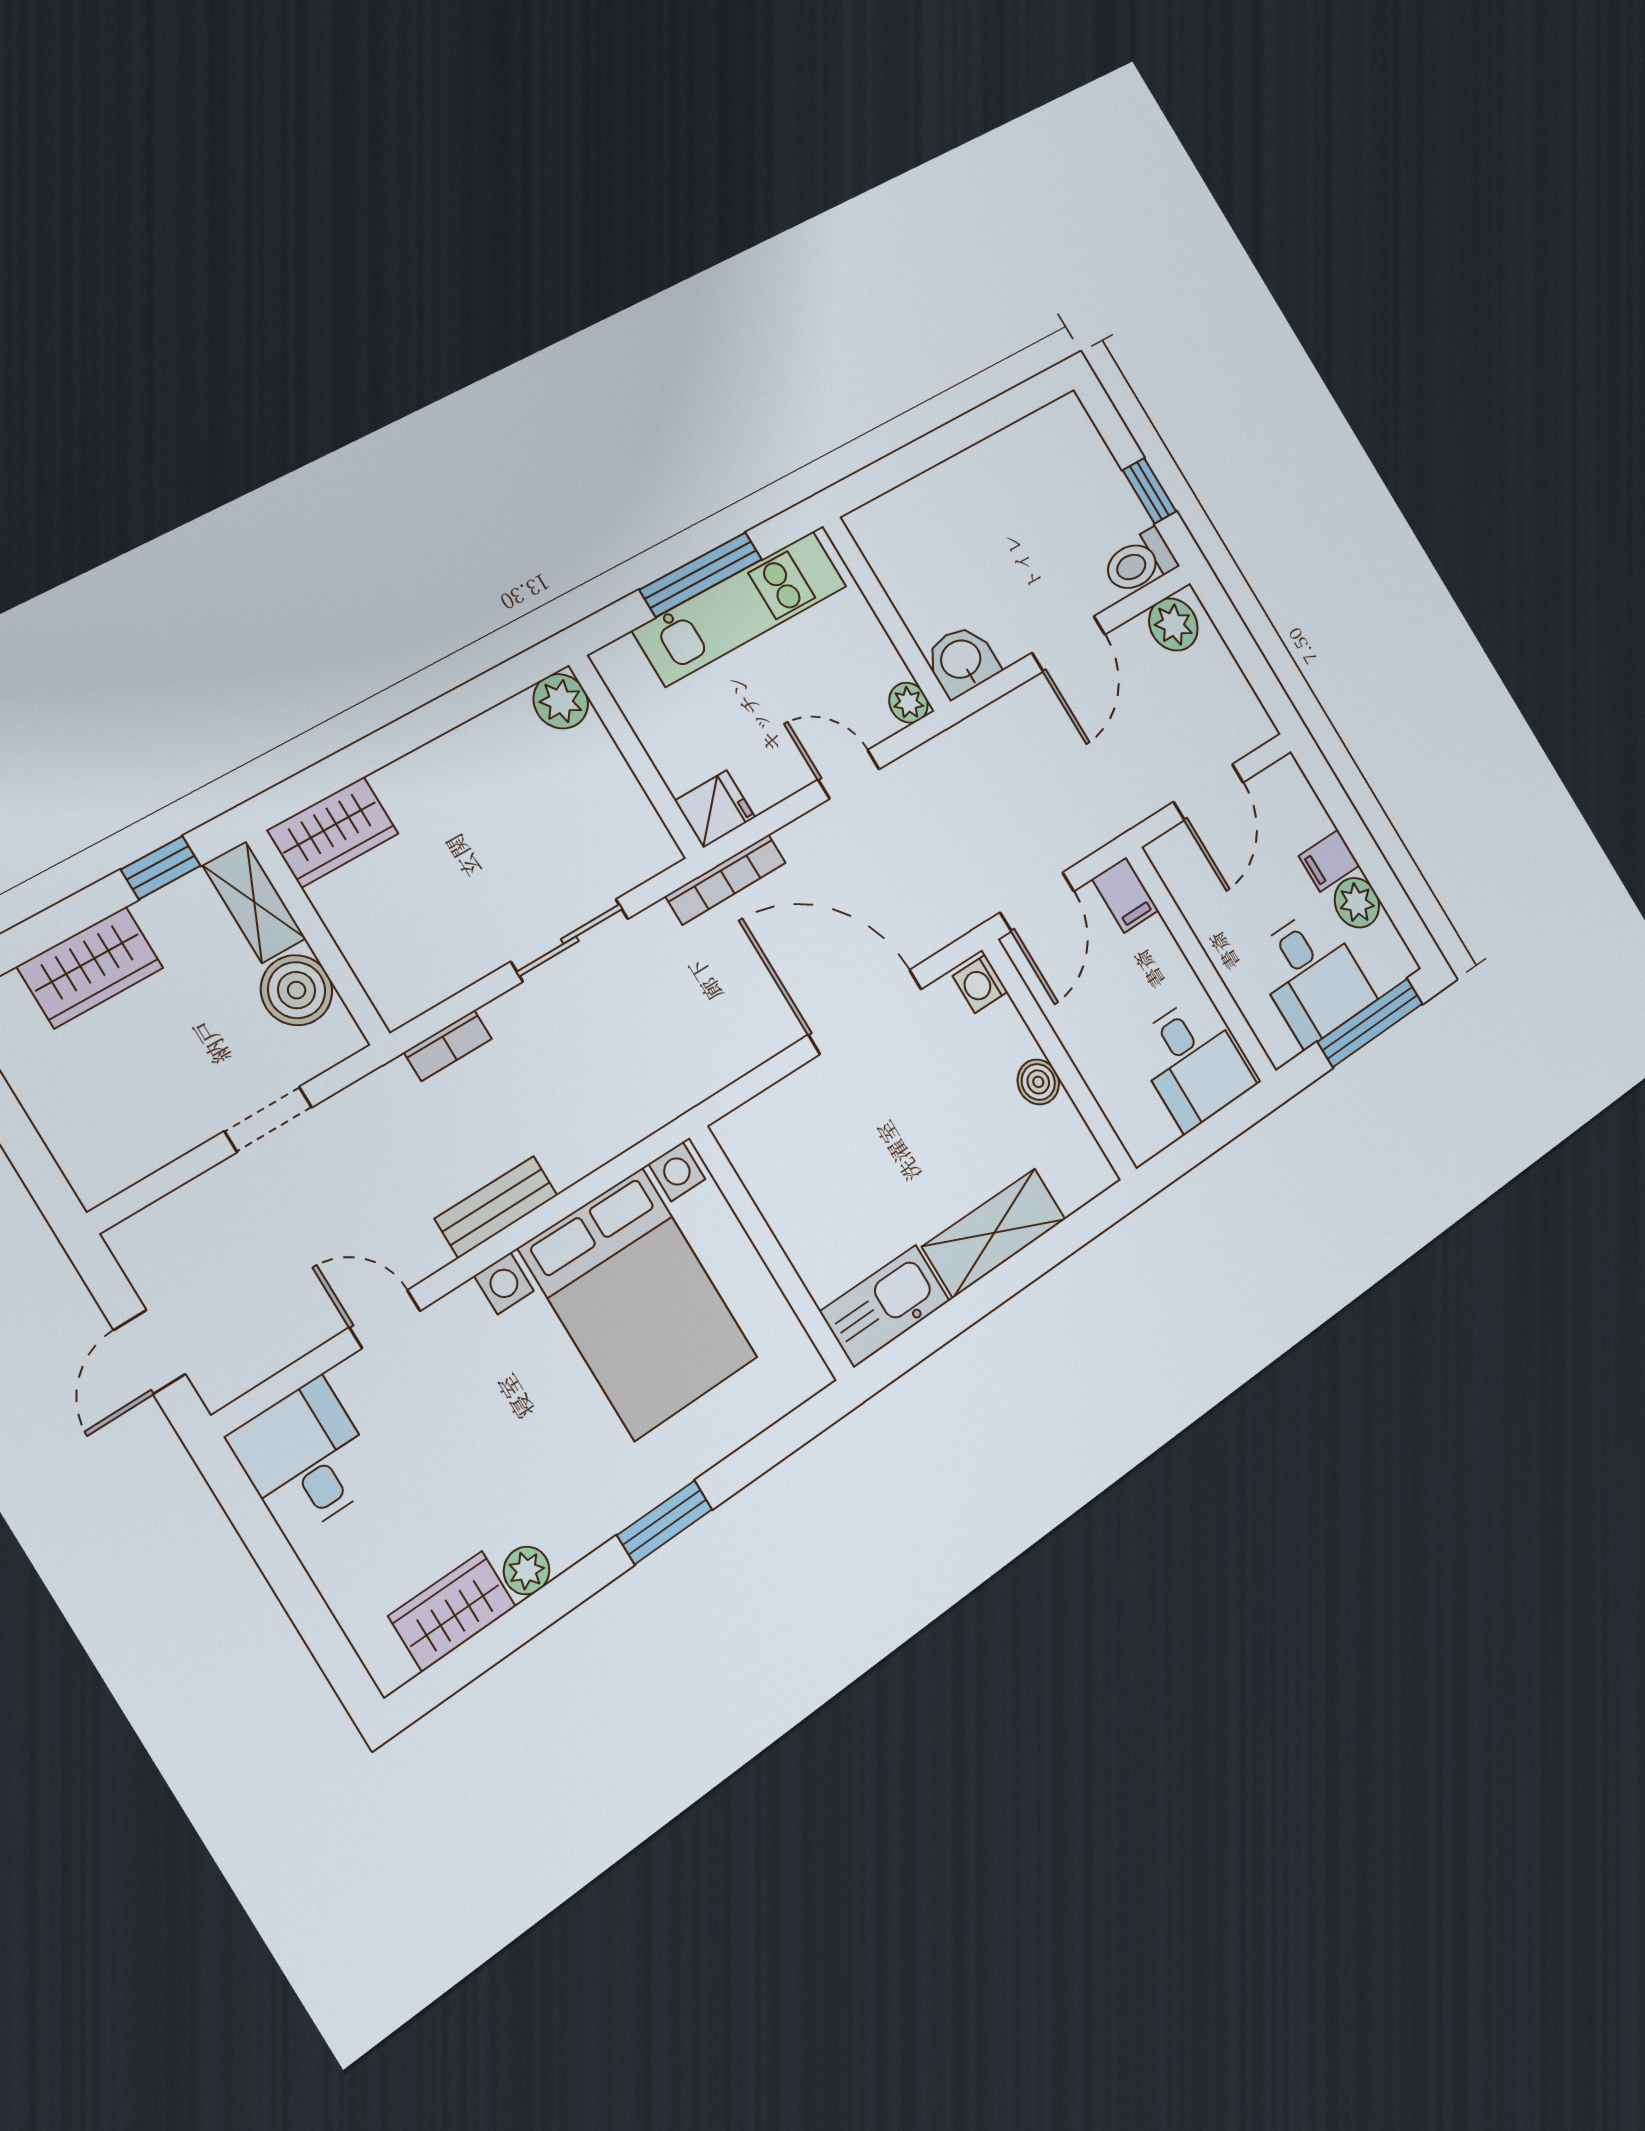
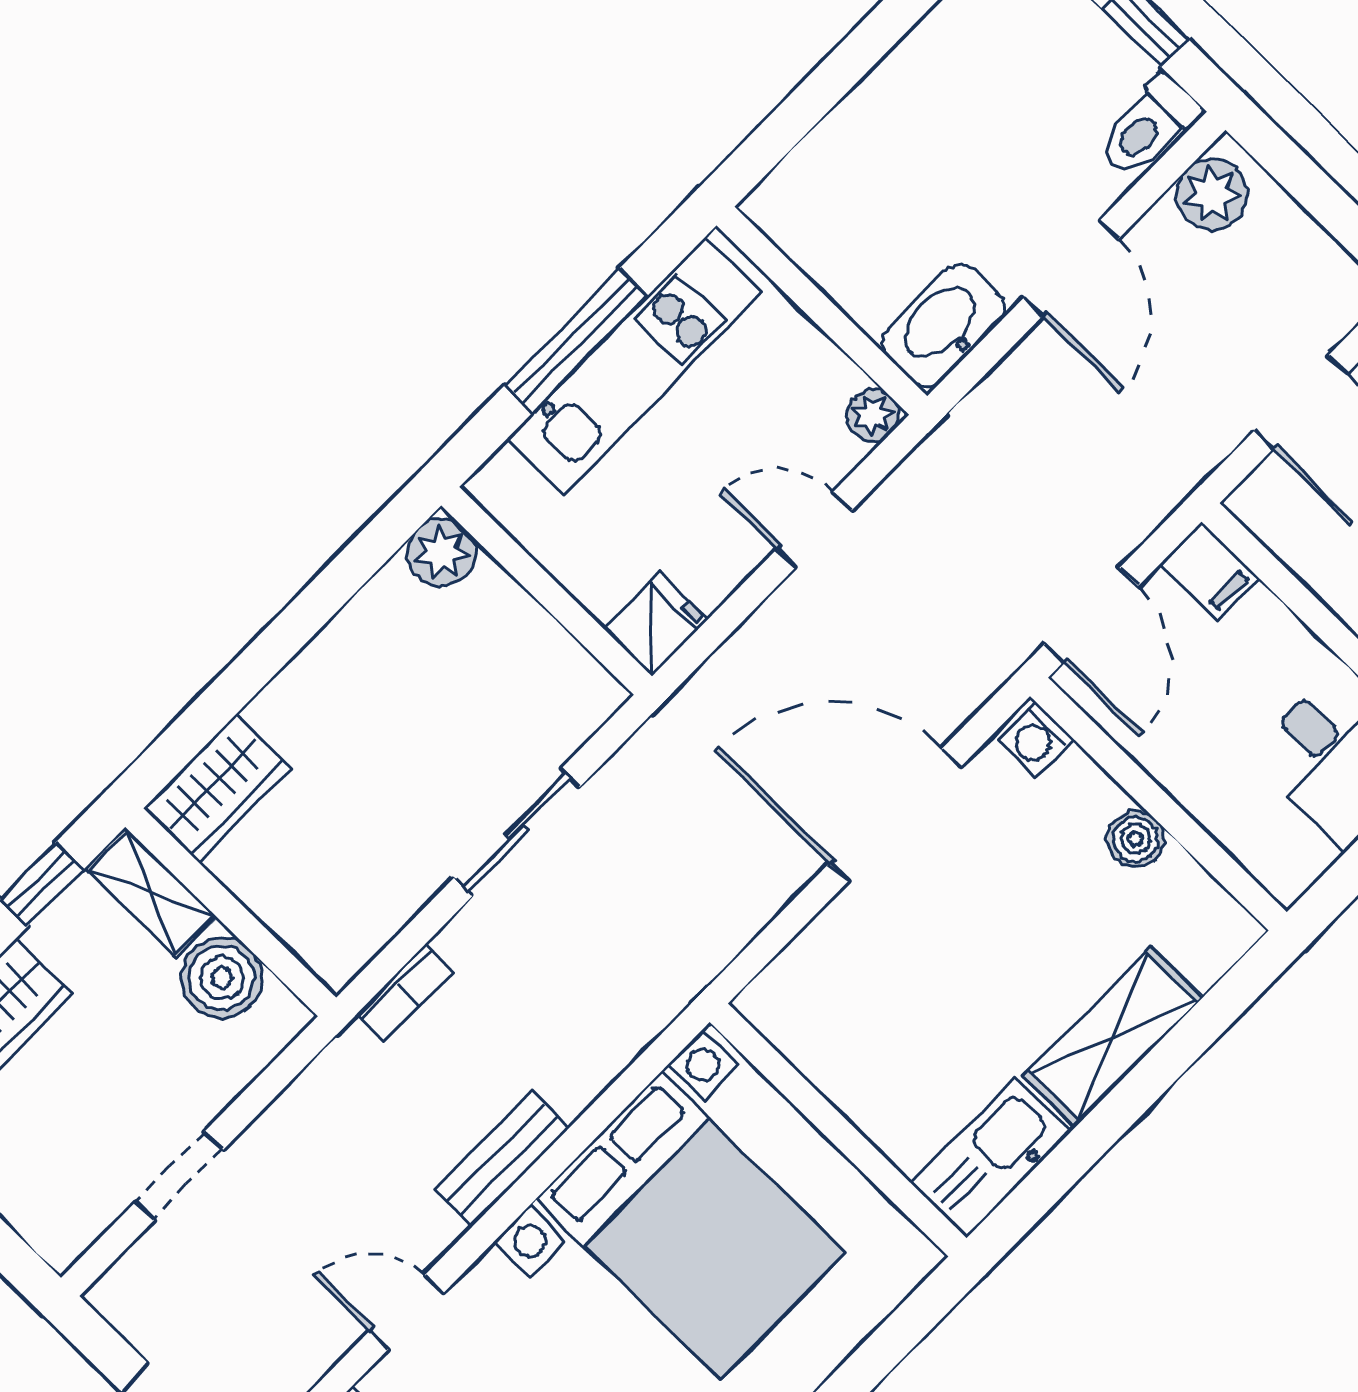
washbasin: (962, 661) -> (944, 326), width x1.38
bookcase: (726, 879) -> (688, 706), removed
doorway: (268, 1119) -> (179, 1176), moved

